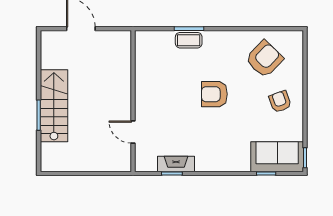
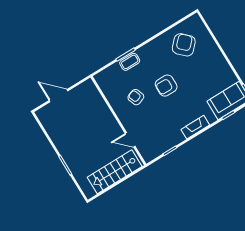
armchair: (280, 102) -> (136, 97), moved
stairs: (54, 106) -> (115, 172), moved, turned -90
fireplace: (176, 164) -> (195, 127), moved

